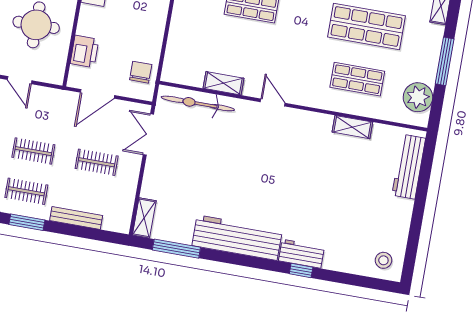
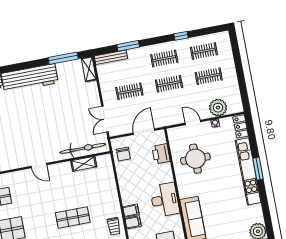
shelving: (223, 83) -> (84, 164), moved
double door: (148, 134) -> (105, 119), swing flipped
bench: (76, 218) -> (111, 57), moved
window: (27, 222) -> (128, 46), moved

